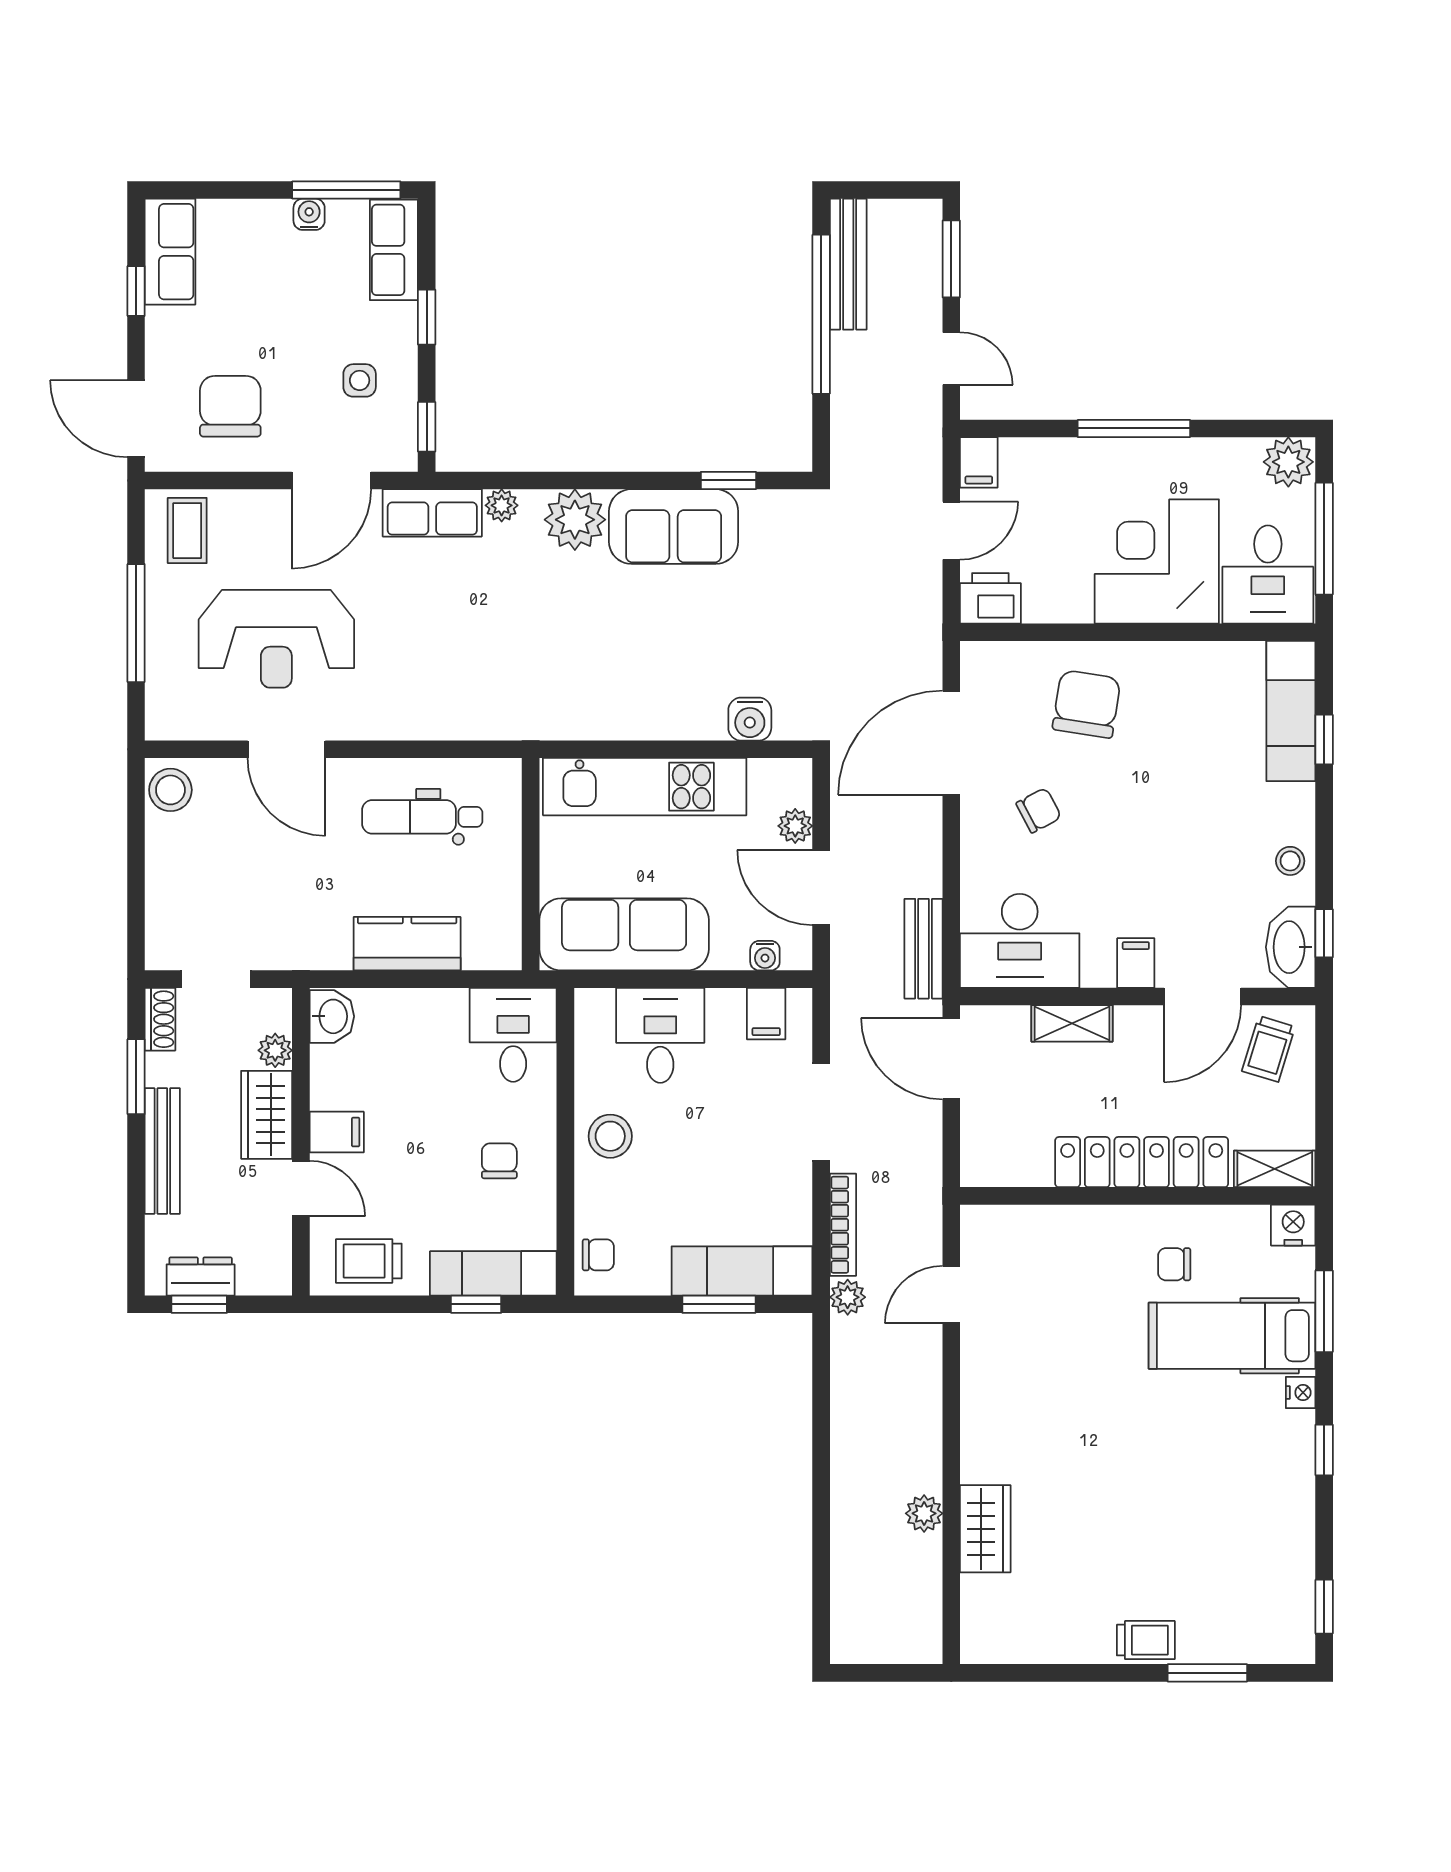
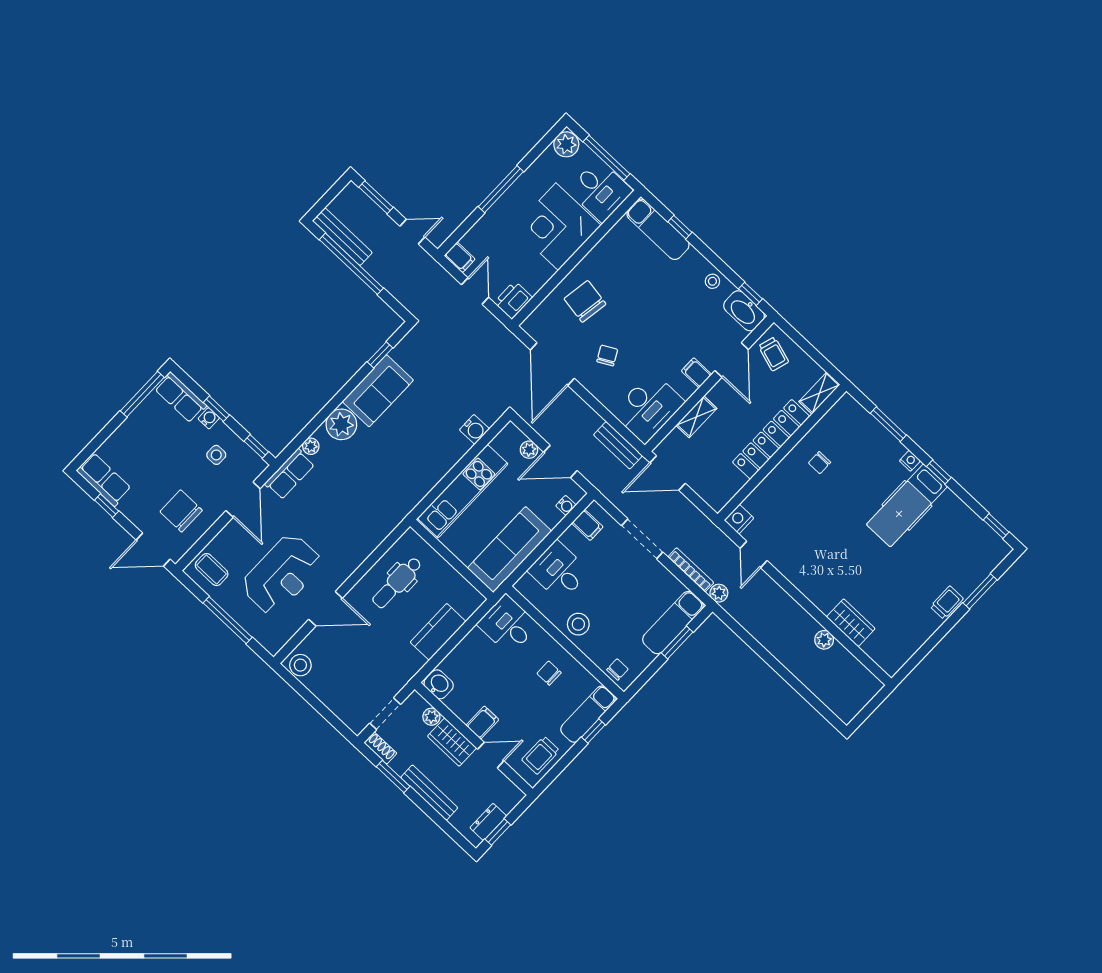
water cooler: (309, 214) -> (209, 418), moved, turned 90
nightstand: (1293, 1225) -> (739, 519), moved
hospital bed: (1232, 1336) -> (907, 505), moved

